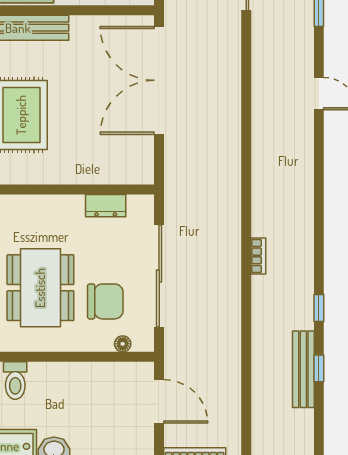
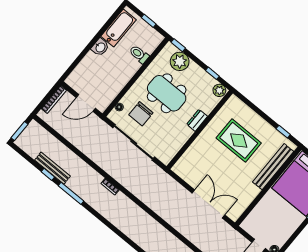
double door: (159, 80) -> (209, 204), width x0.73
dresser: (106, 206) -> (197, 120), moved
window: (319, 308) -> (71, 193), width x2.17

